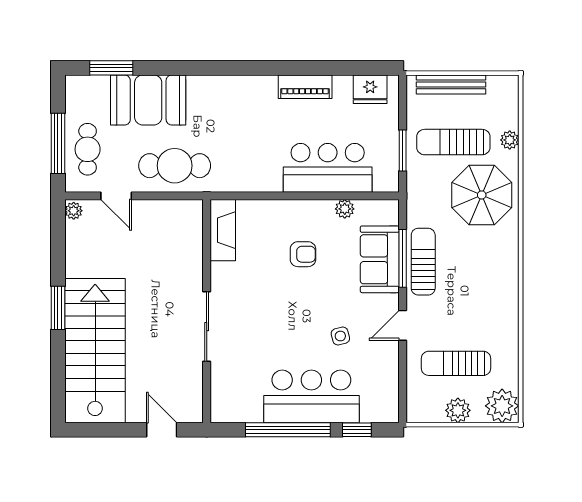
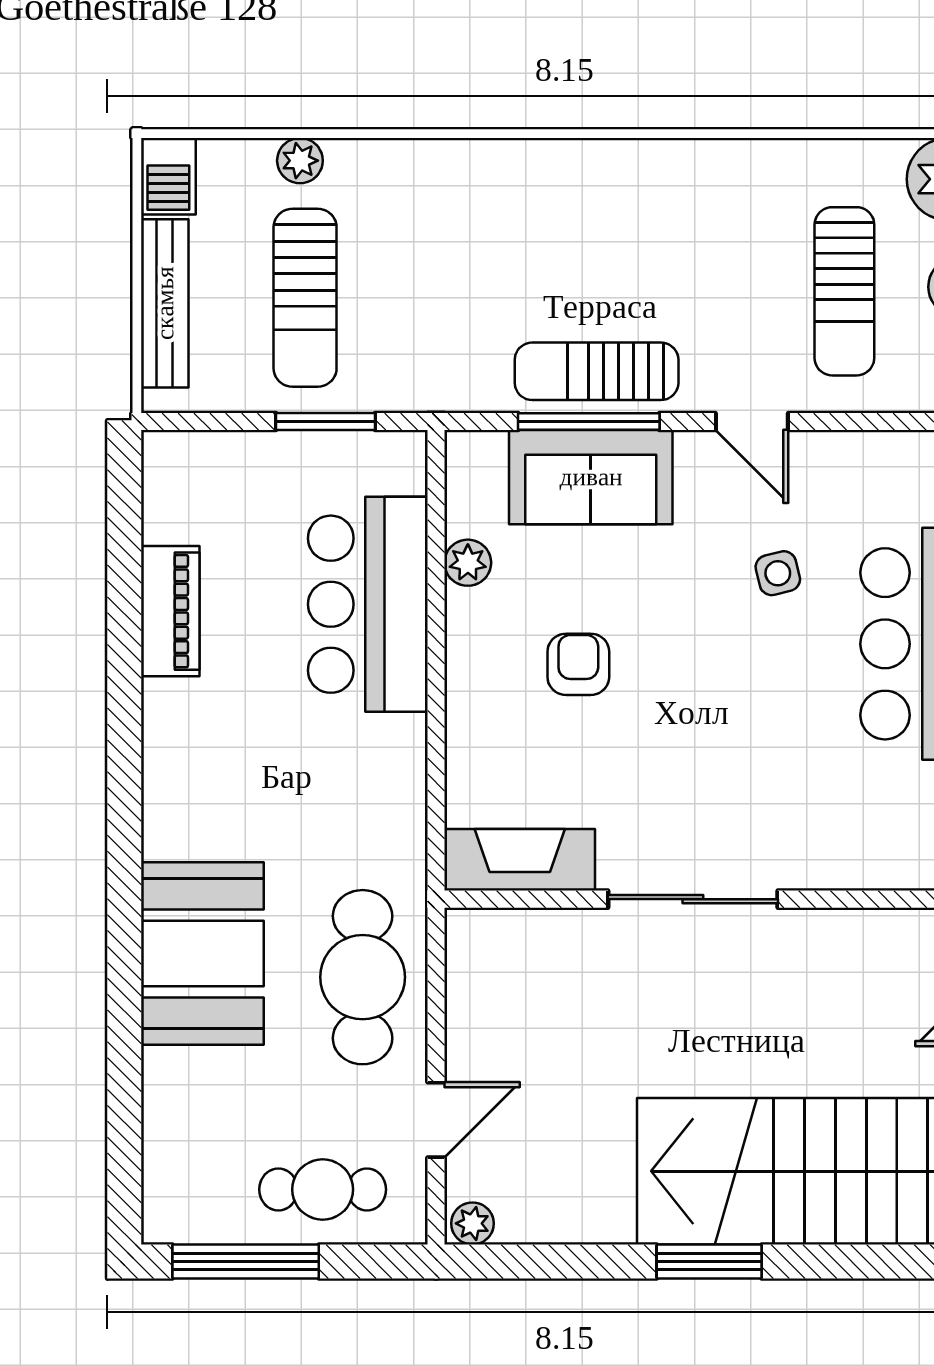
window: (111, 68) -> (124, 1132), removed
barbecue: (503, 86) -> (168, 176), added
piano: (305, 87) -> (170, 611), moved
fridge: (370, 89) -> (176, 501), removed
booth: (148, 100) -> (202, 954), moved
window: (58, 143) -> (246, 1262), moved
parasol: (482, 195) -> (434, 229), removed
sliding door: (207, 327) -> (693, 899), moved

